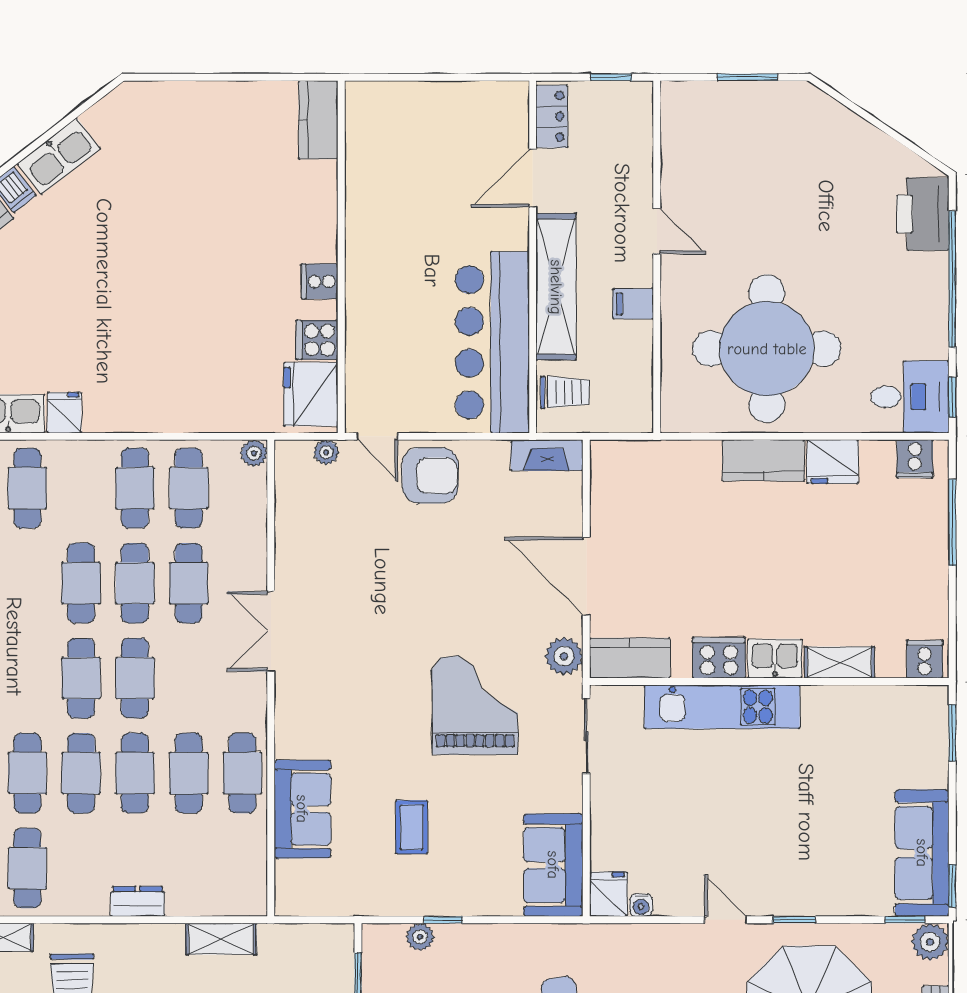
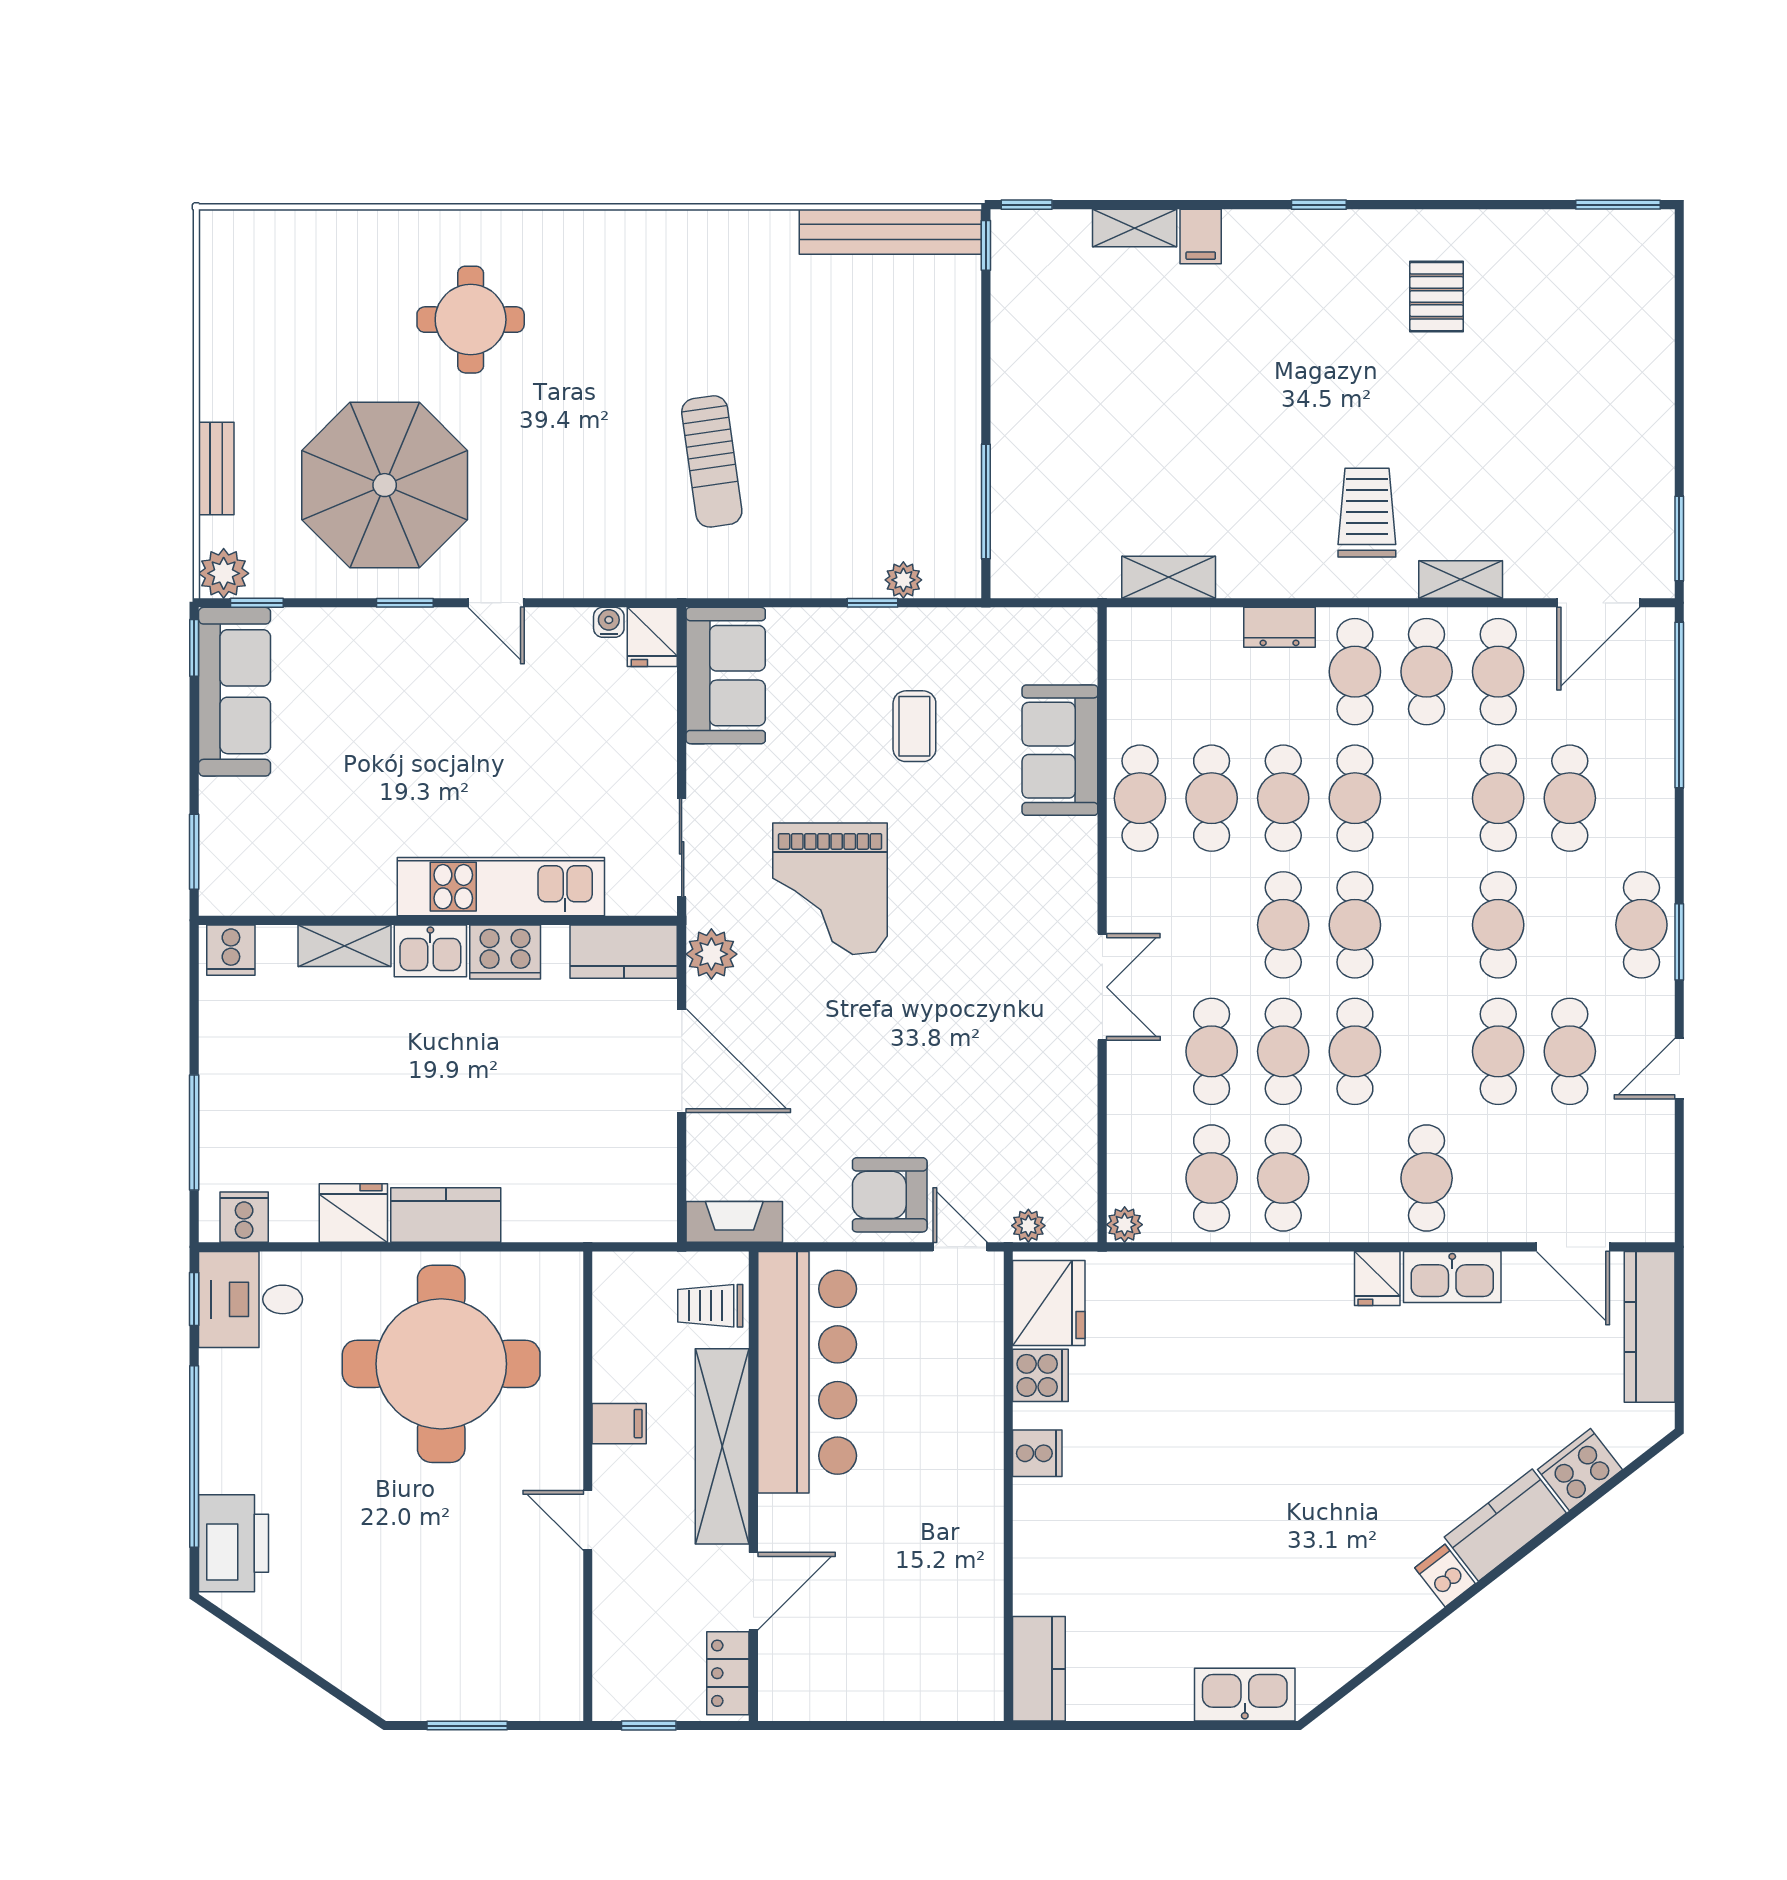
kitchen sink: (59, 156) -> (1245, 1695), moved, turned 38
cafe table: (27, 773) -> (1355, 672), moved

